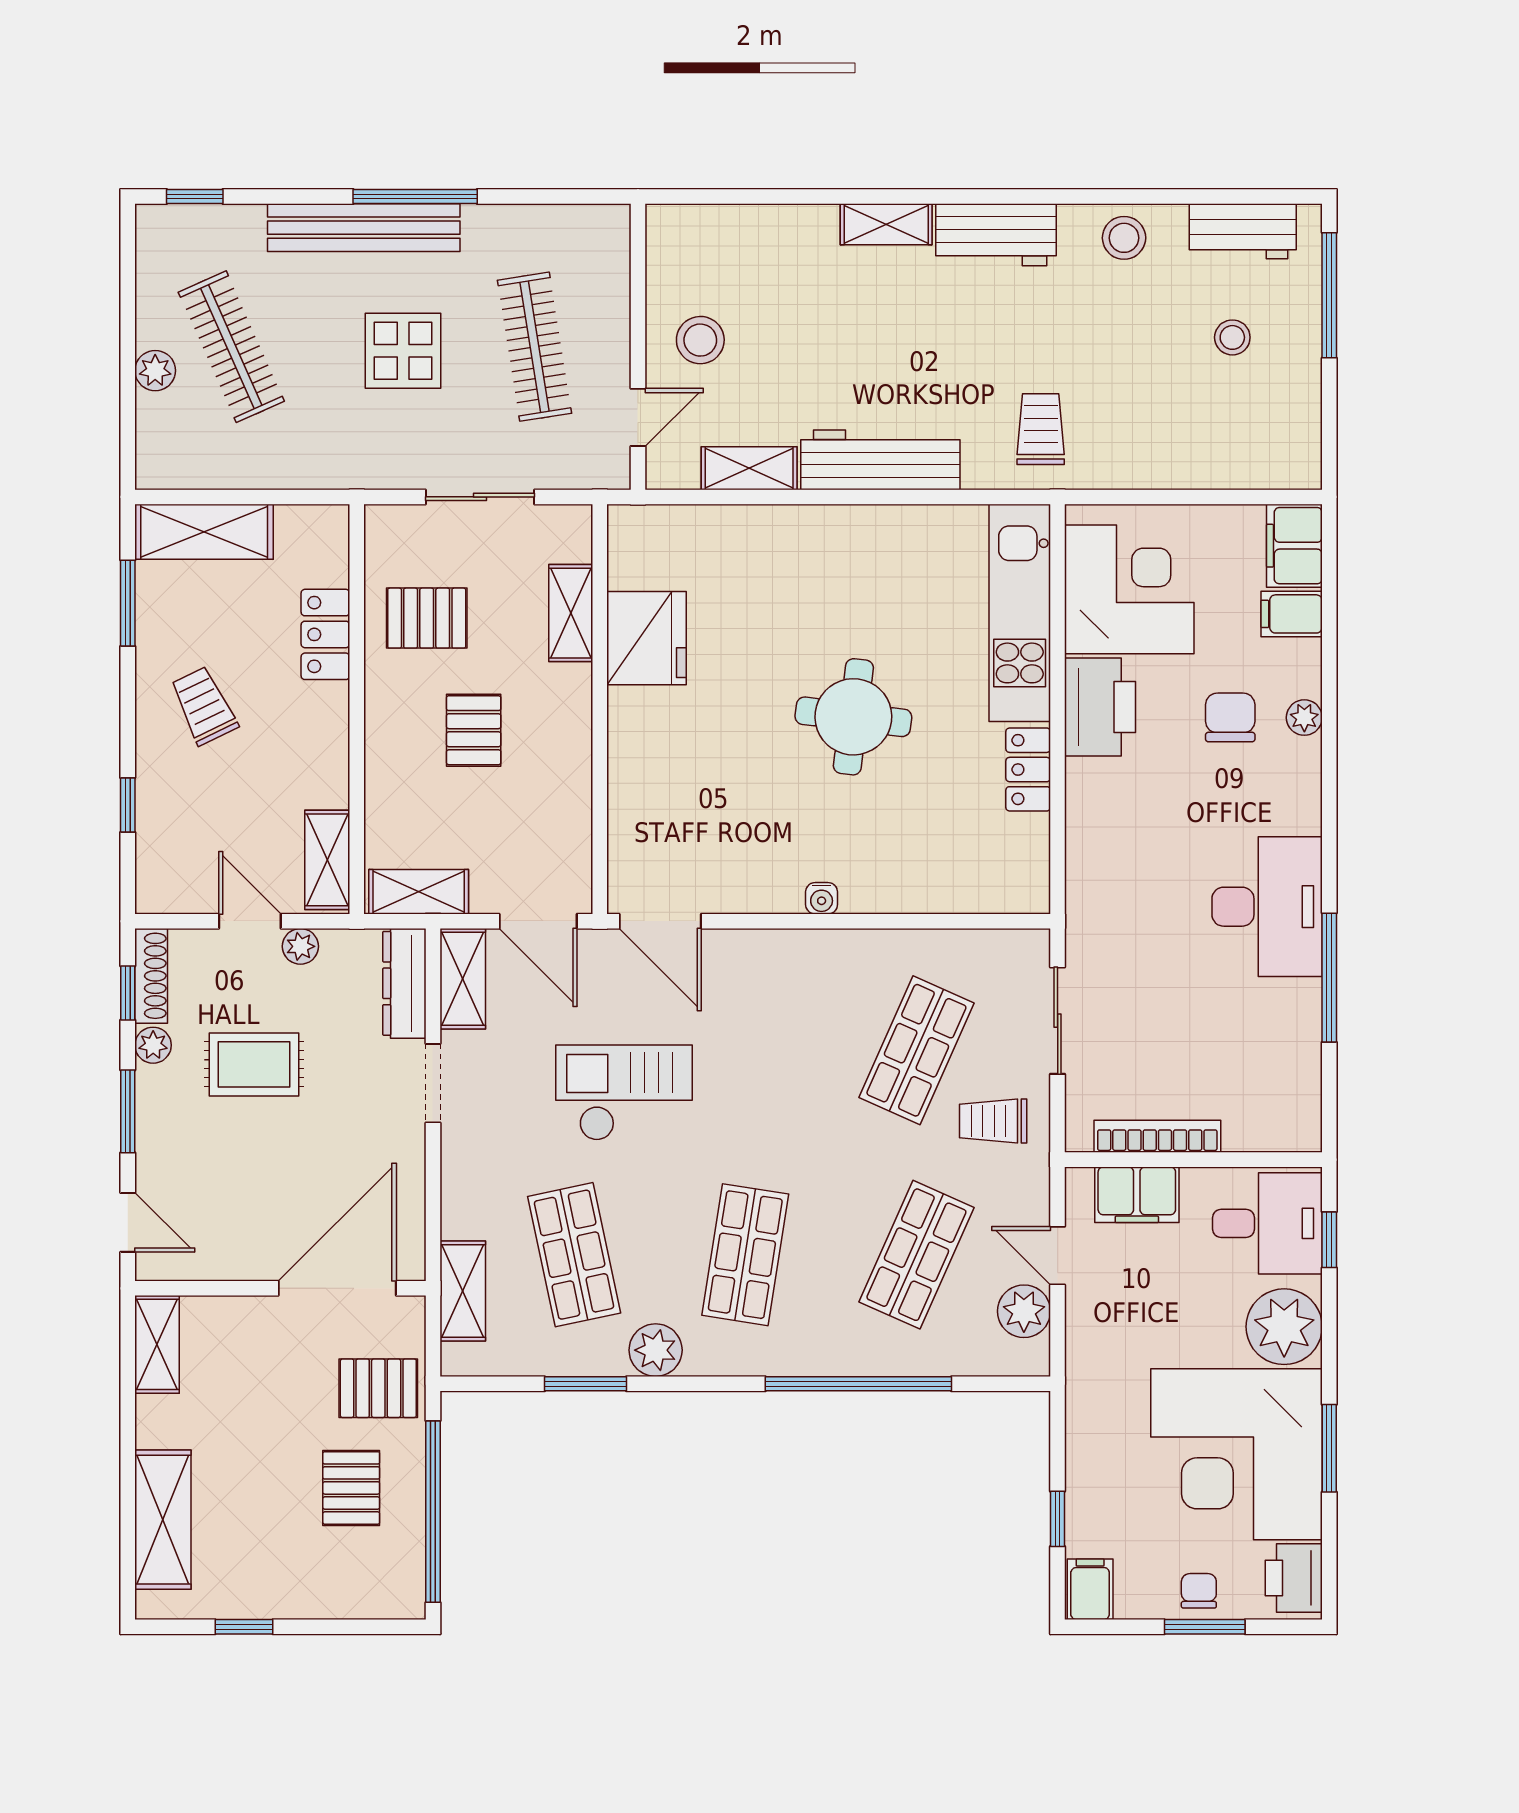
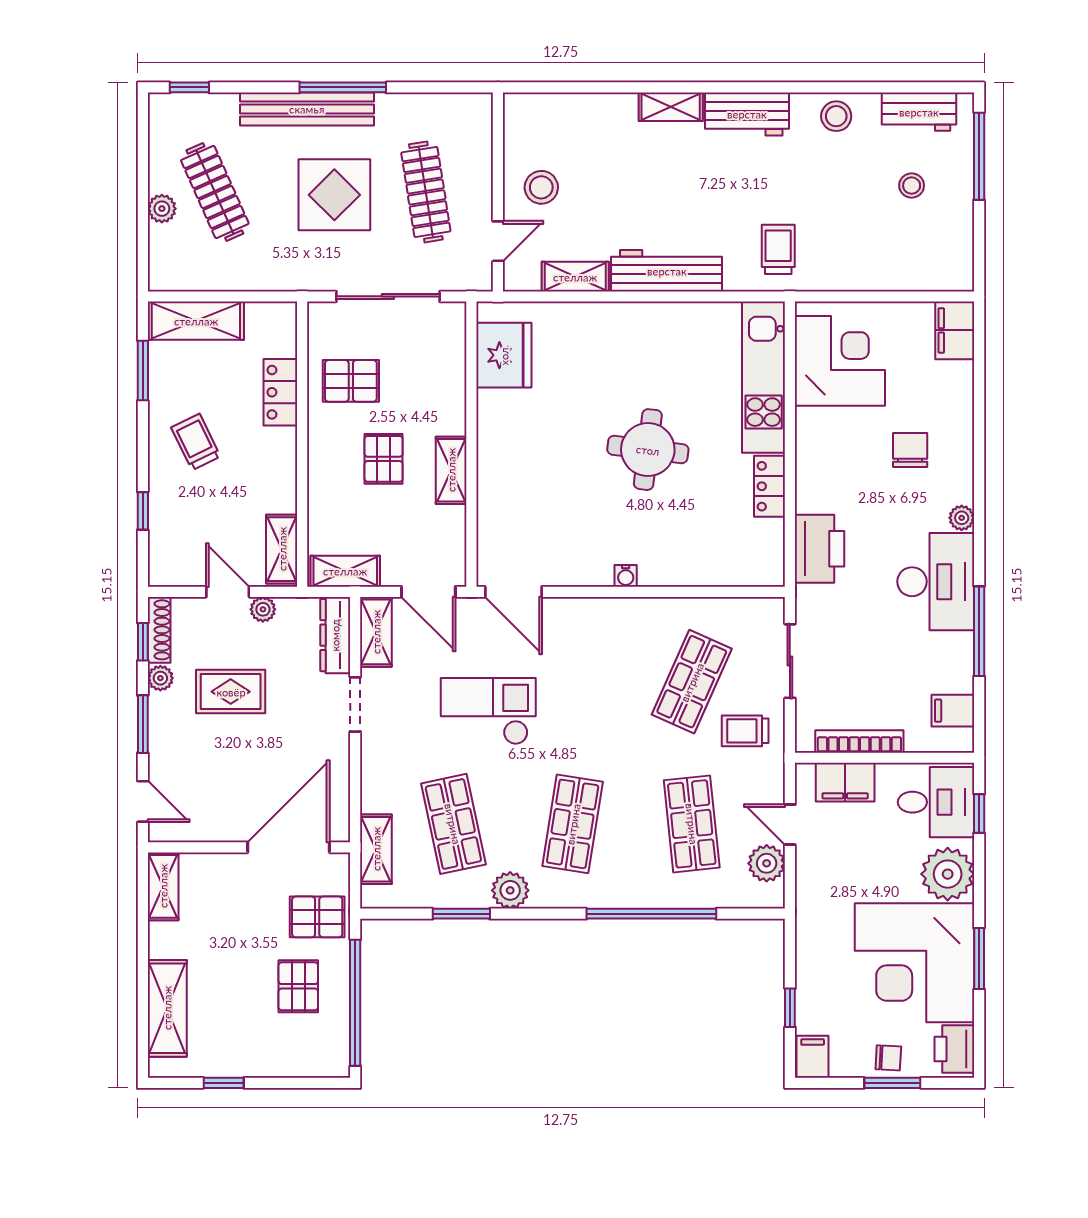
display table: (403, 351) -> (334, 195), width x1.36, depth x1.36
sliding door: (480, 497) -> (388, 296), width x1.37
shelving: (571, 613) -> (451, 470), moved
filing cabinet: (1292, 614) -> (953, 711), moved
fridge: (647, 638) -> (504, 355), moved
printer: (1100, 707) -> (819, 549), moved
plant: (1304, 718) -> (962, 518), moved
shop shelf: (916, 1255) -> (692, 824), turned -30
chair: (1199, 1591) -> (888, 1058), turned 93

